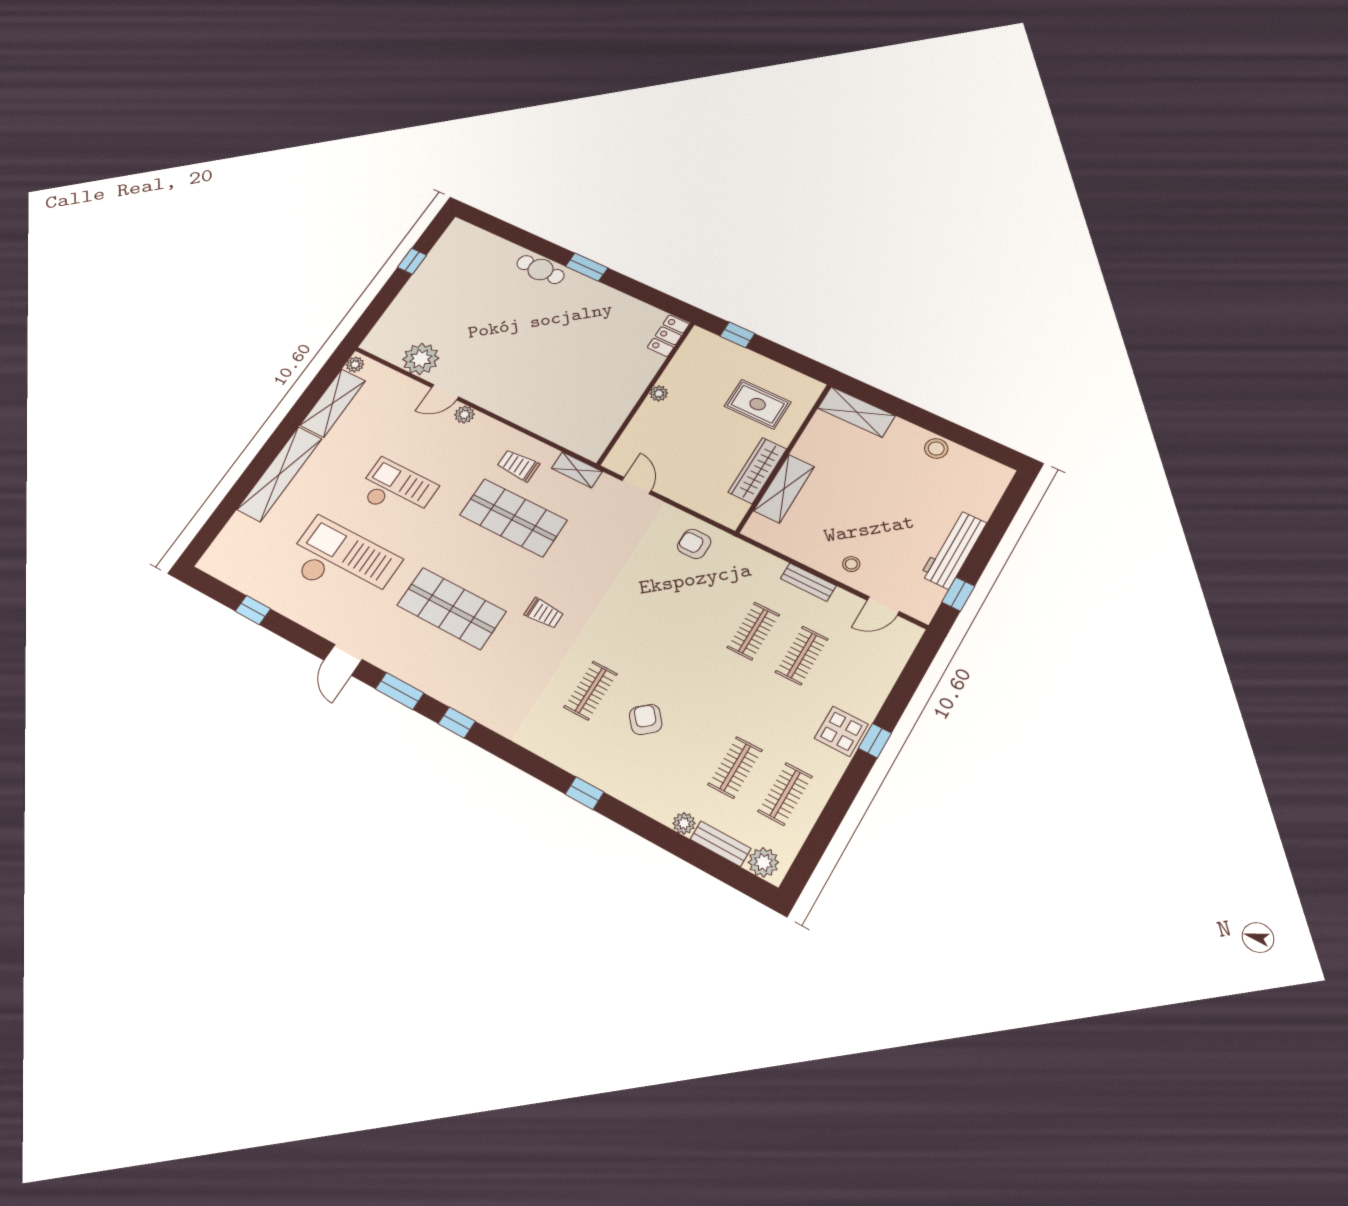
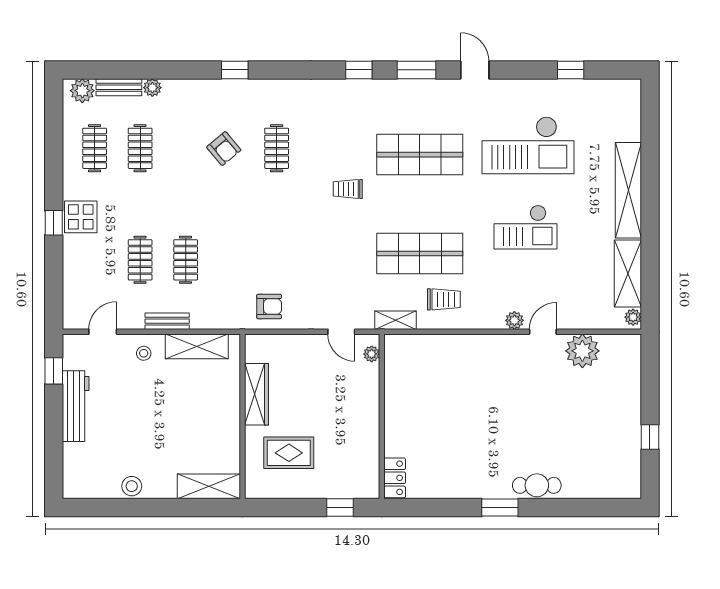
plant: (659, 393) -> (372, 354), moved
shelving: (784, 489) -> (197, 346), moved, turned 90

